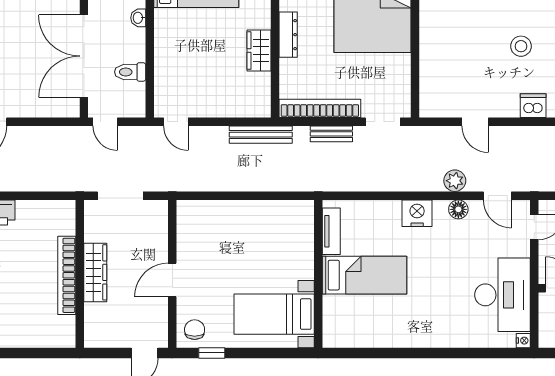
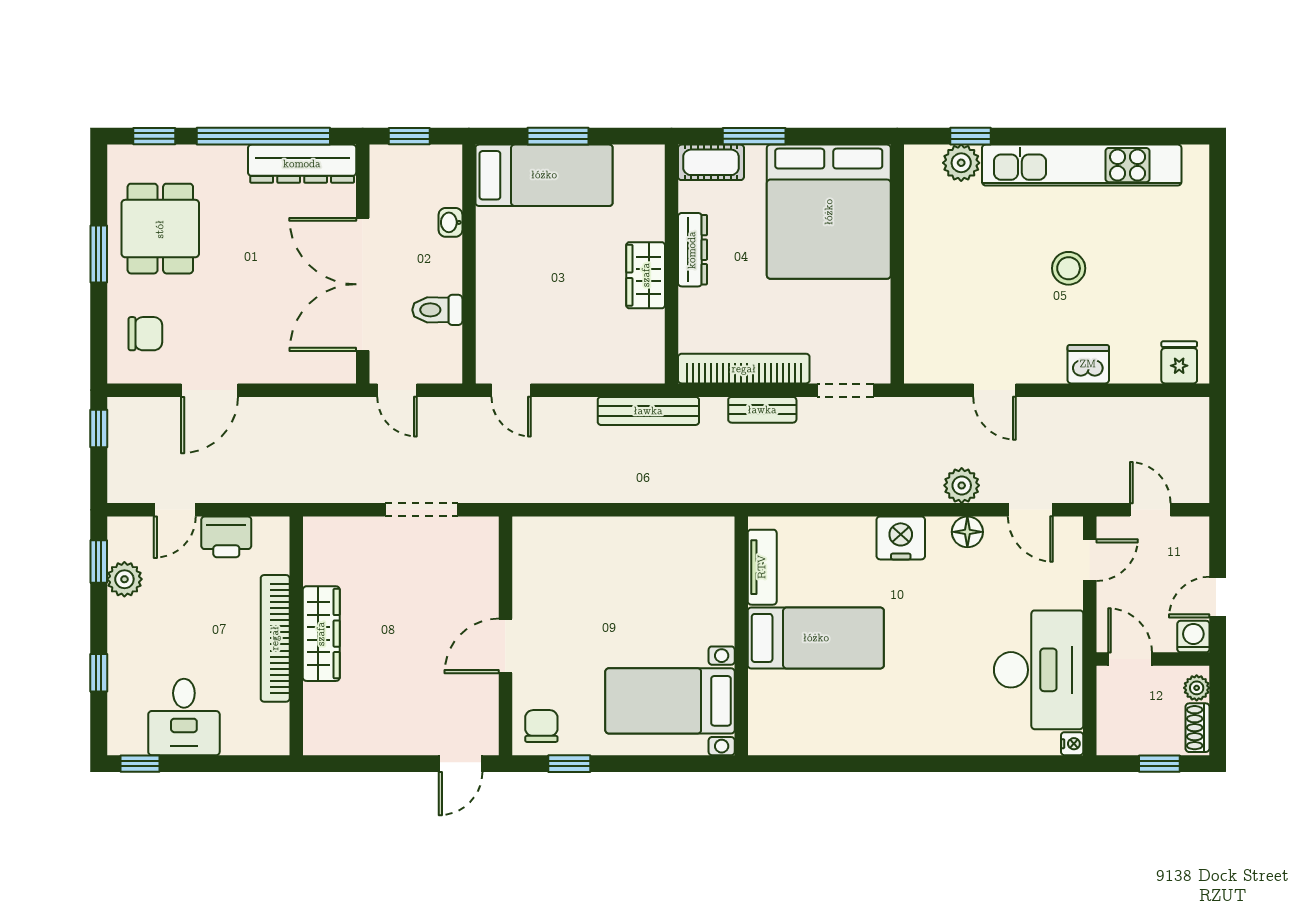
wardrobe: (95, 272) -> (321, 634), moved
wall: (80, 274) -> (296, 636), moved
bookcase: (67, 275) -> (275, 638), moved

